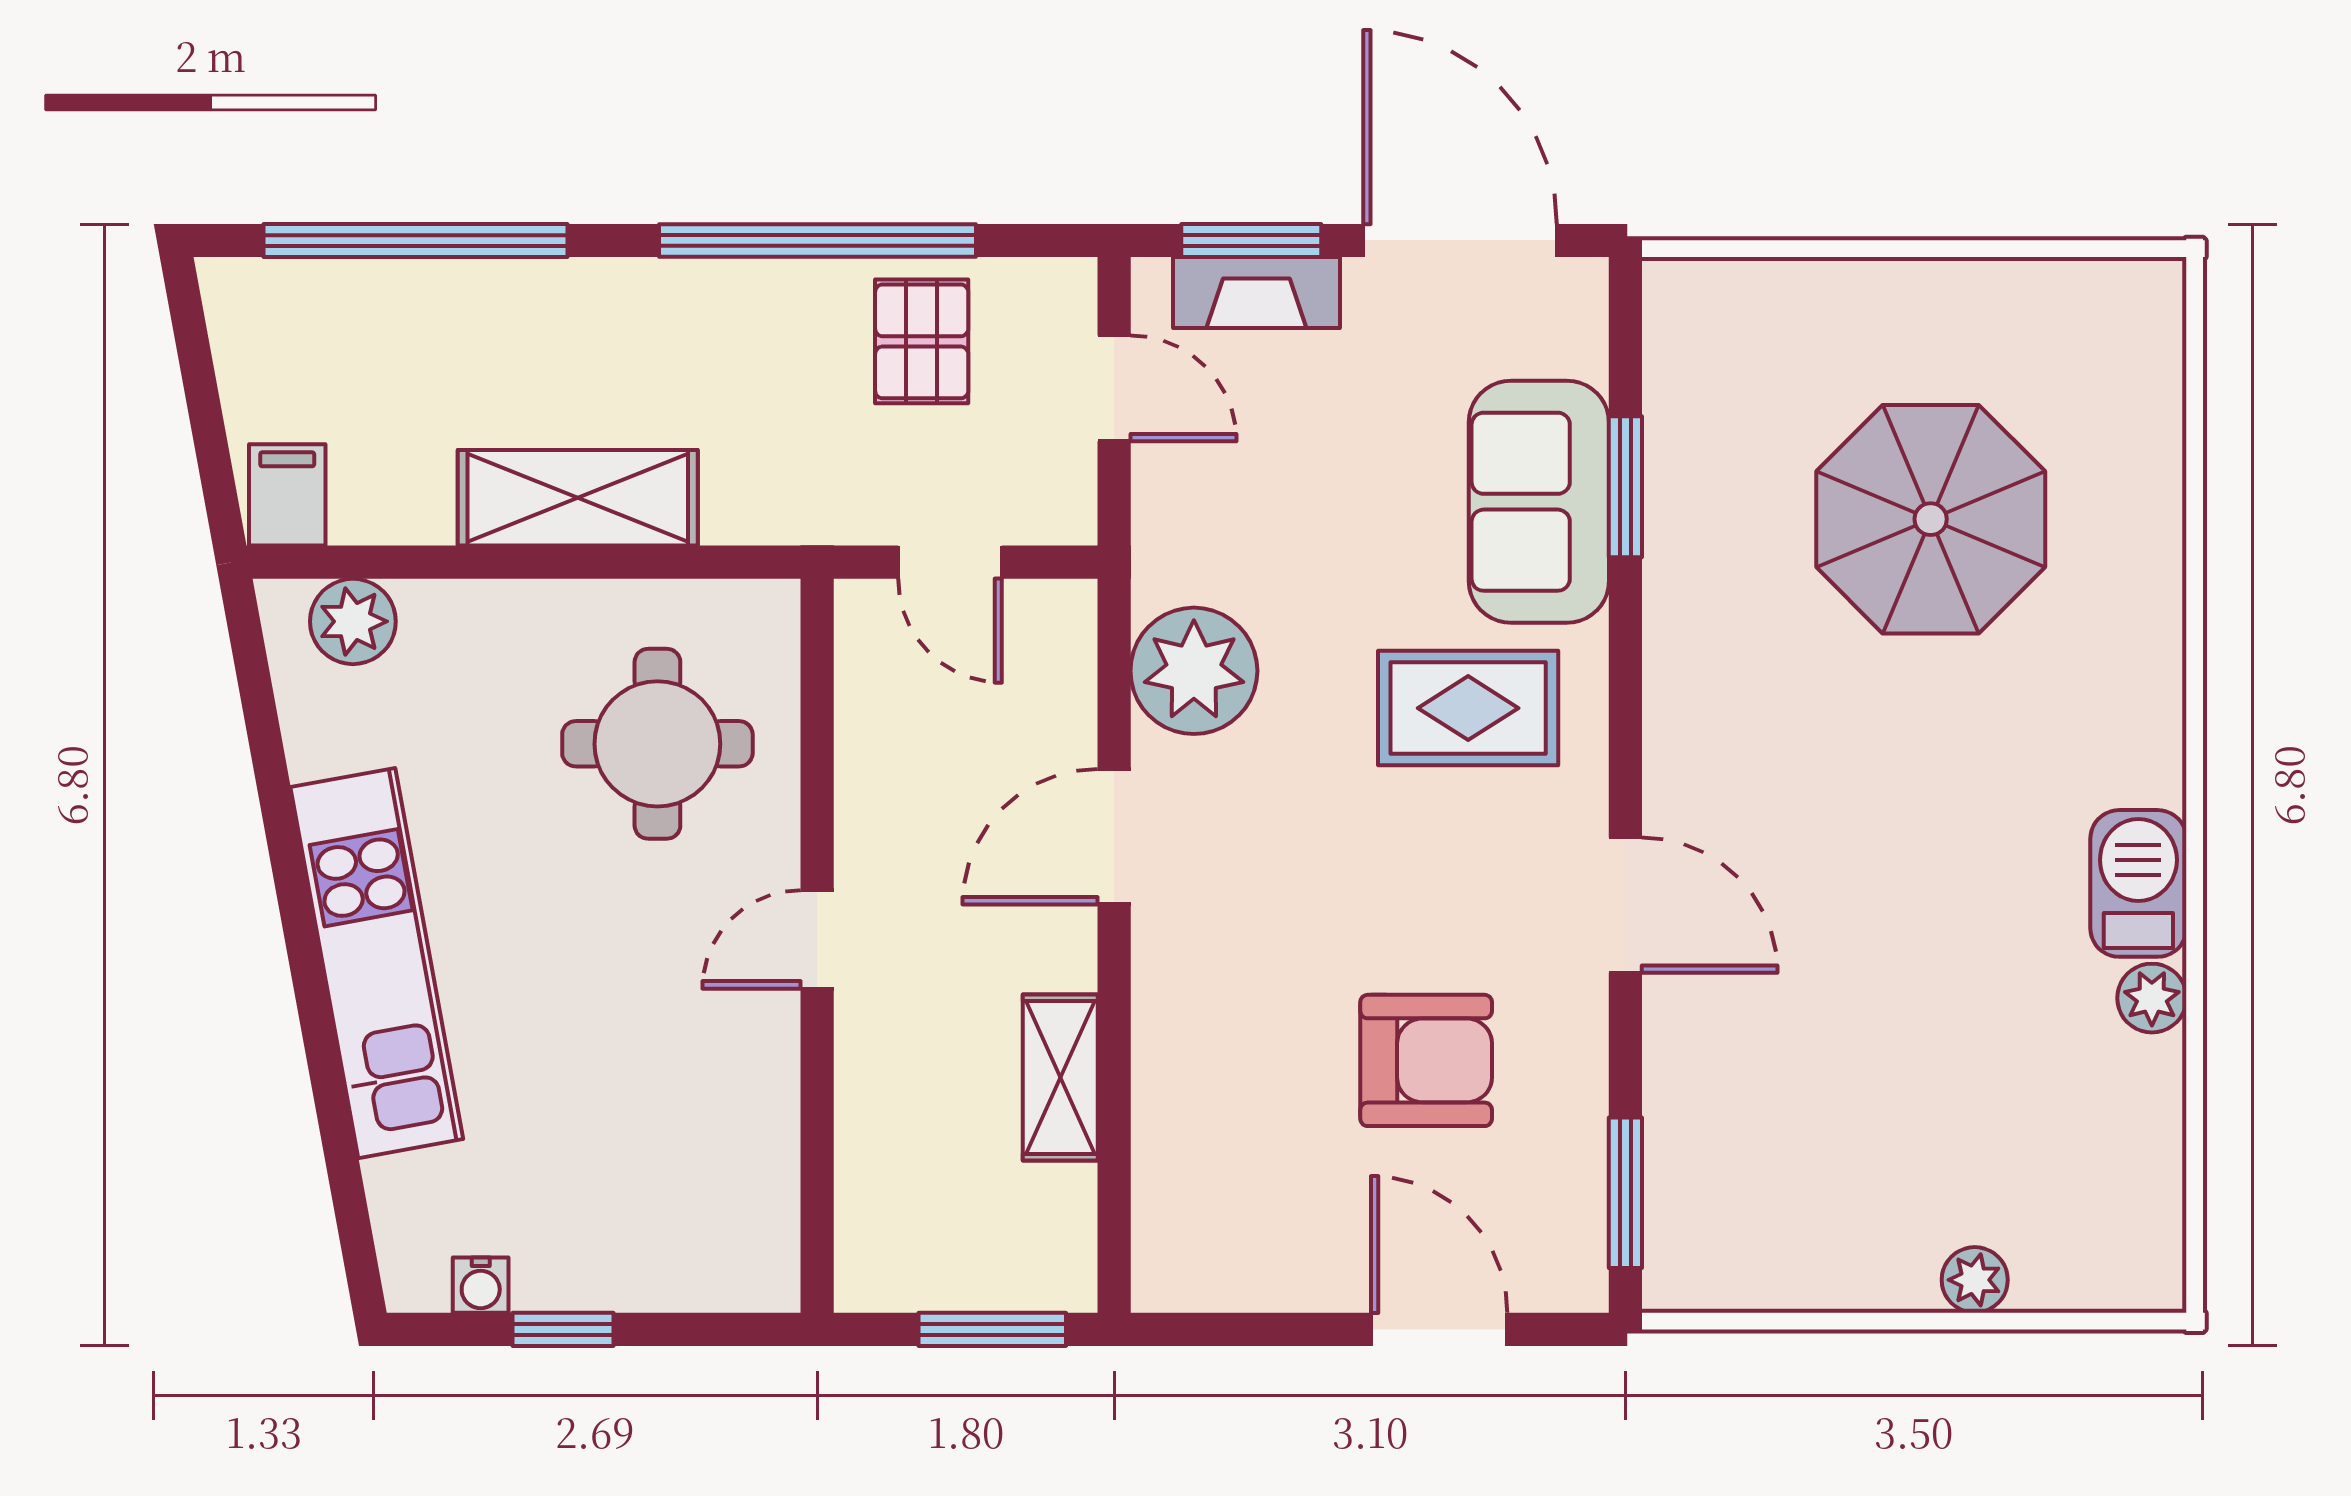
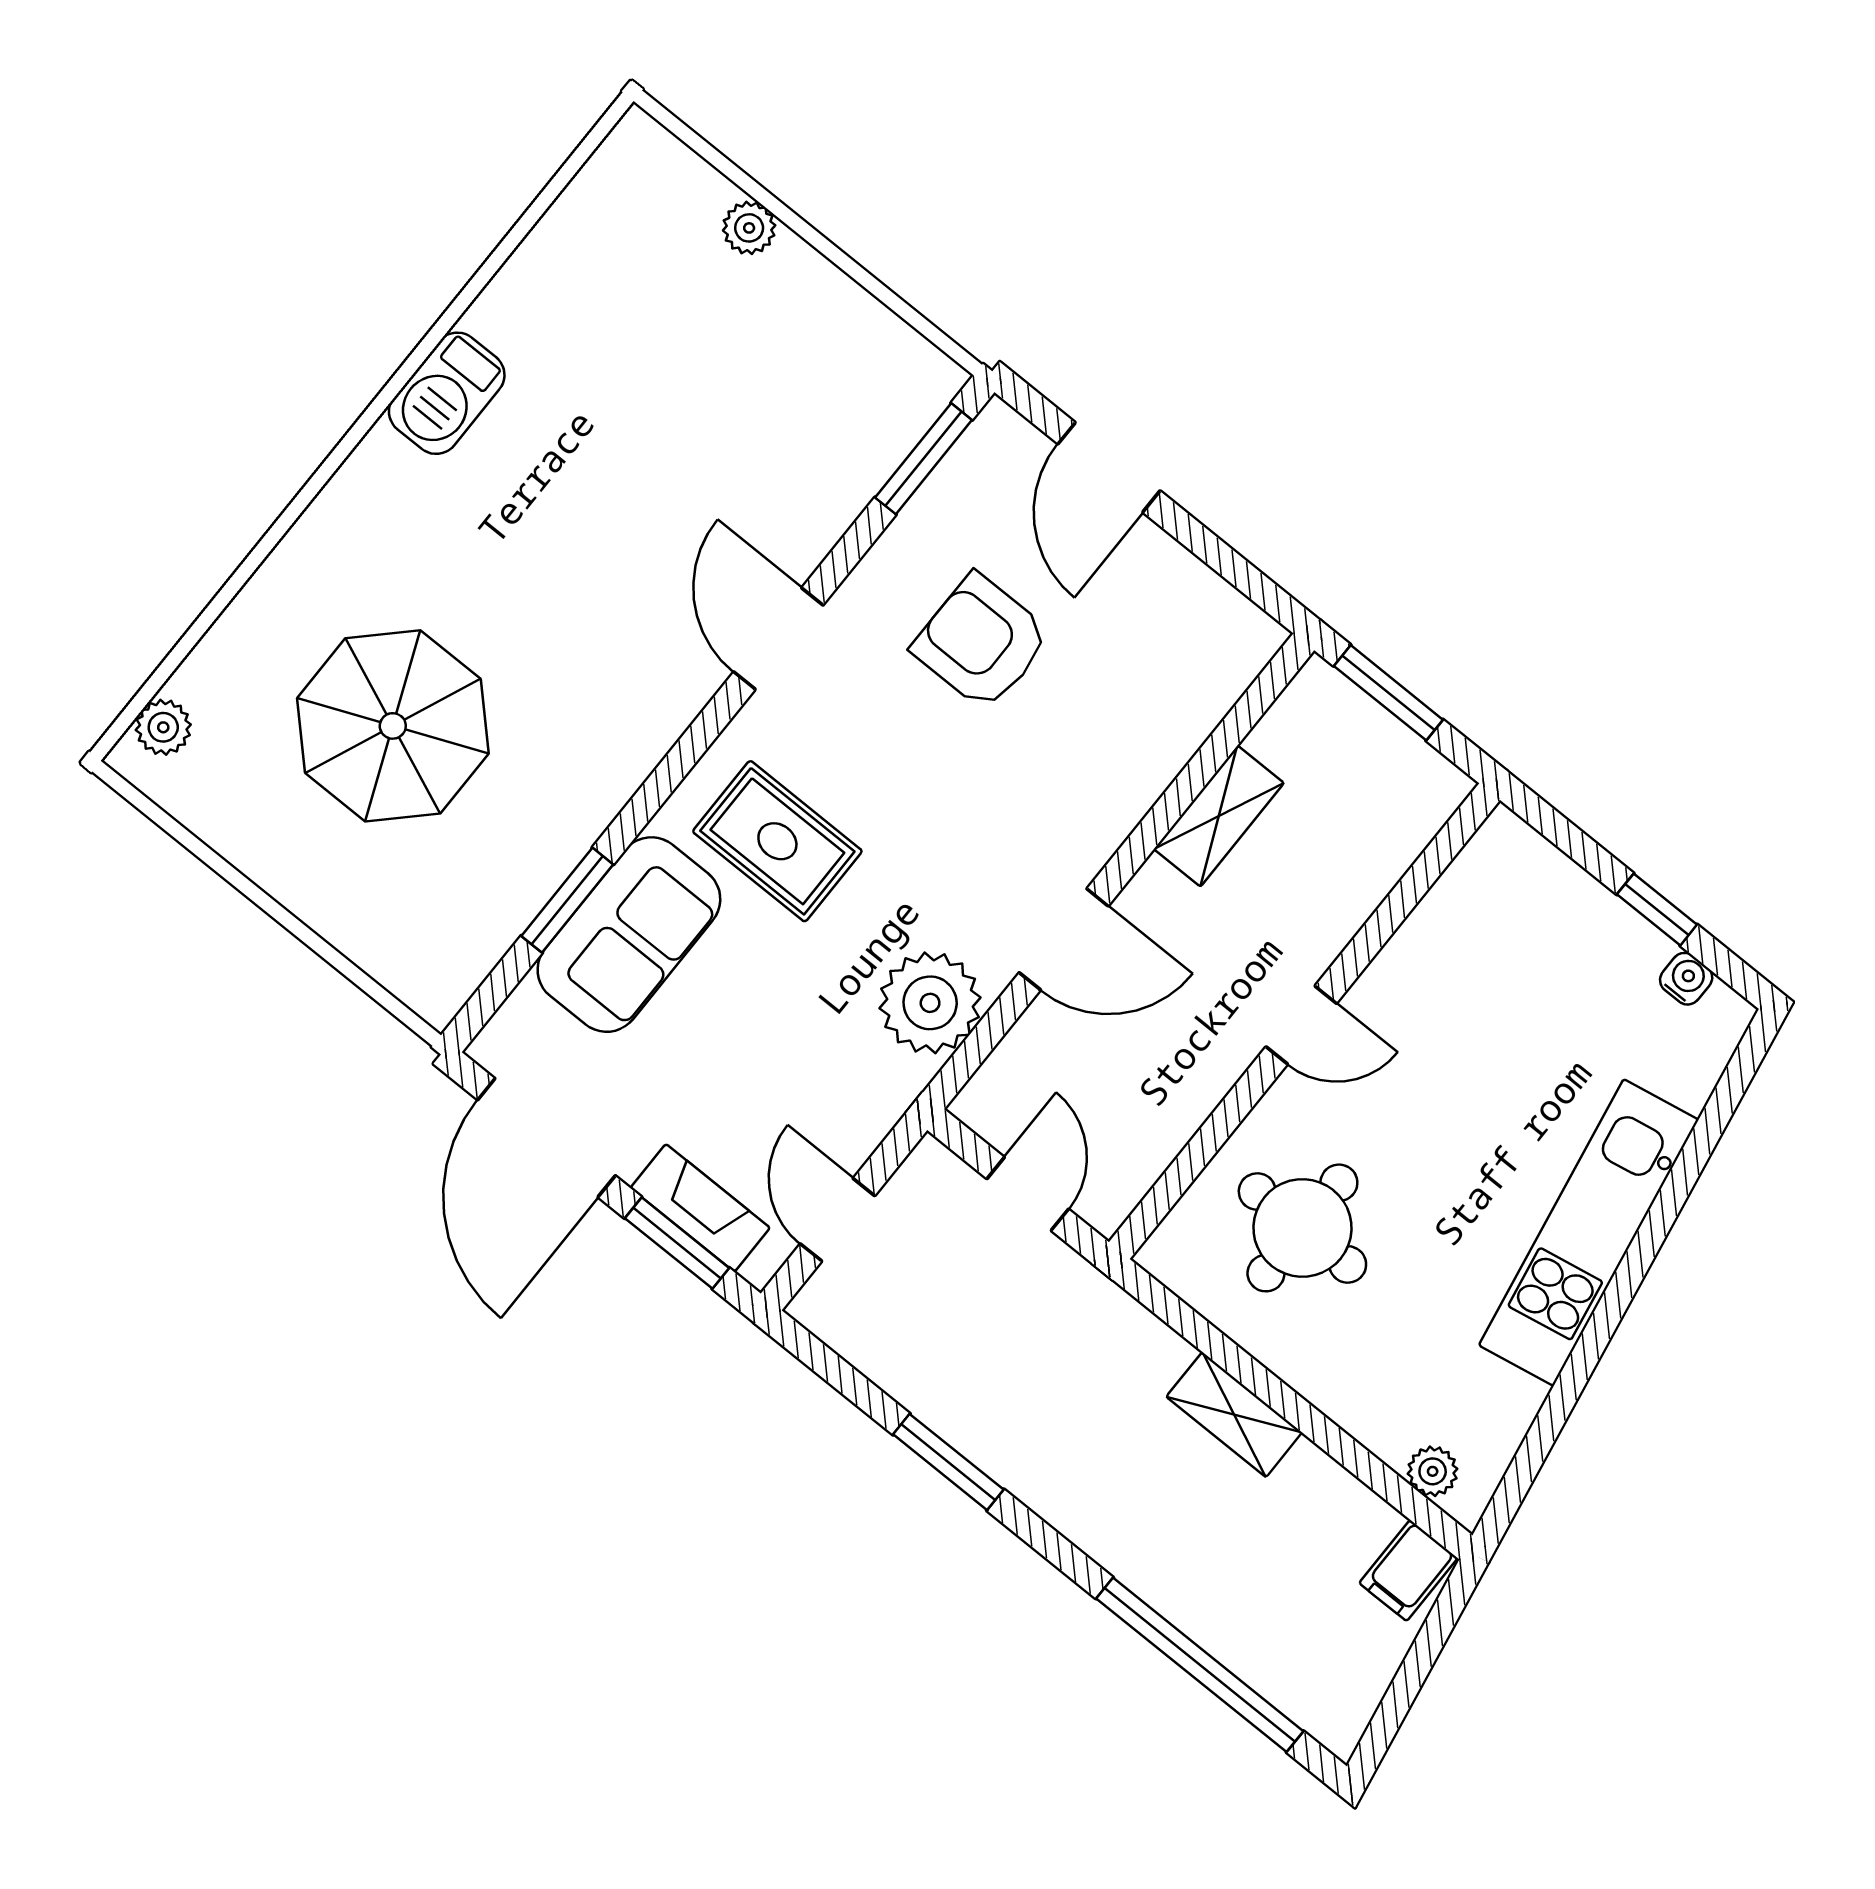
window: (818, 240) -> (948, 1462), width x0.47
pallet: (922, 341) -> (934, 1346), removed
shelving: (578, 498) -> (1234, 1415), width x0.67, depth x0.75
plant: (353, 621) -> (1433, 1471), width x0.73, depth x0.73
plant: (2152, 998) -> (163, 727), moved

